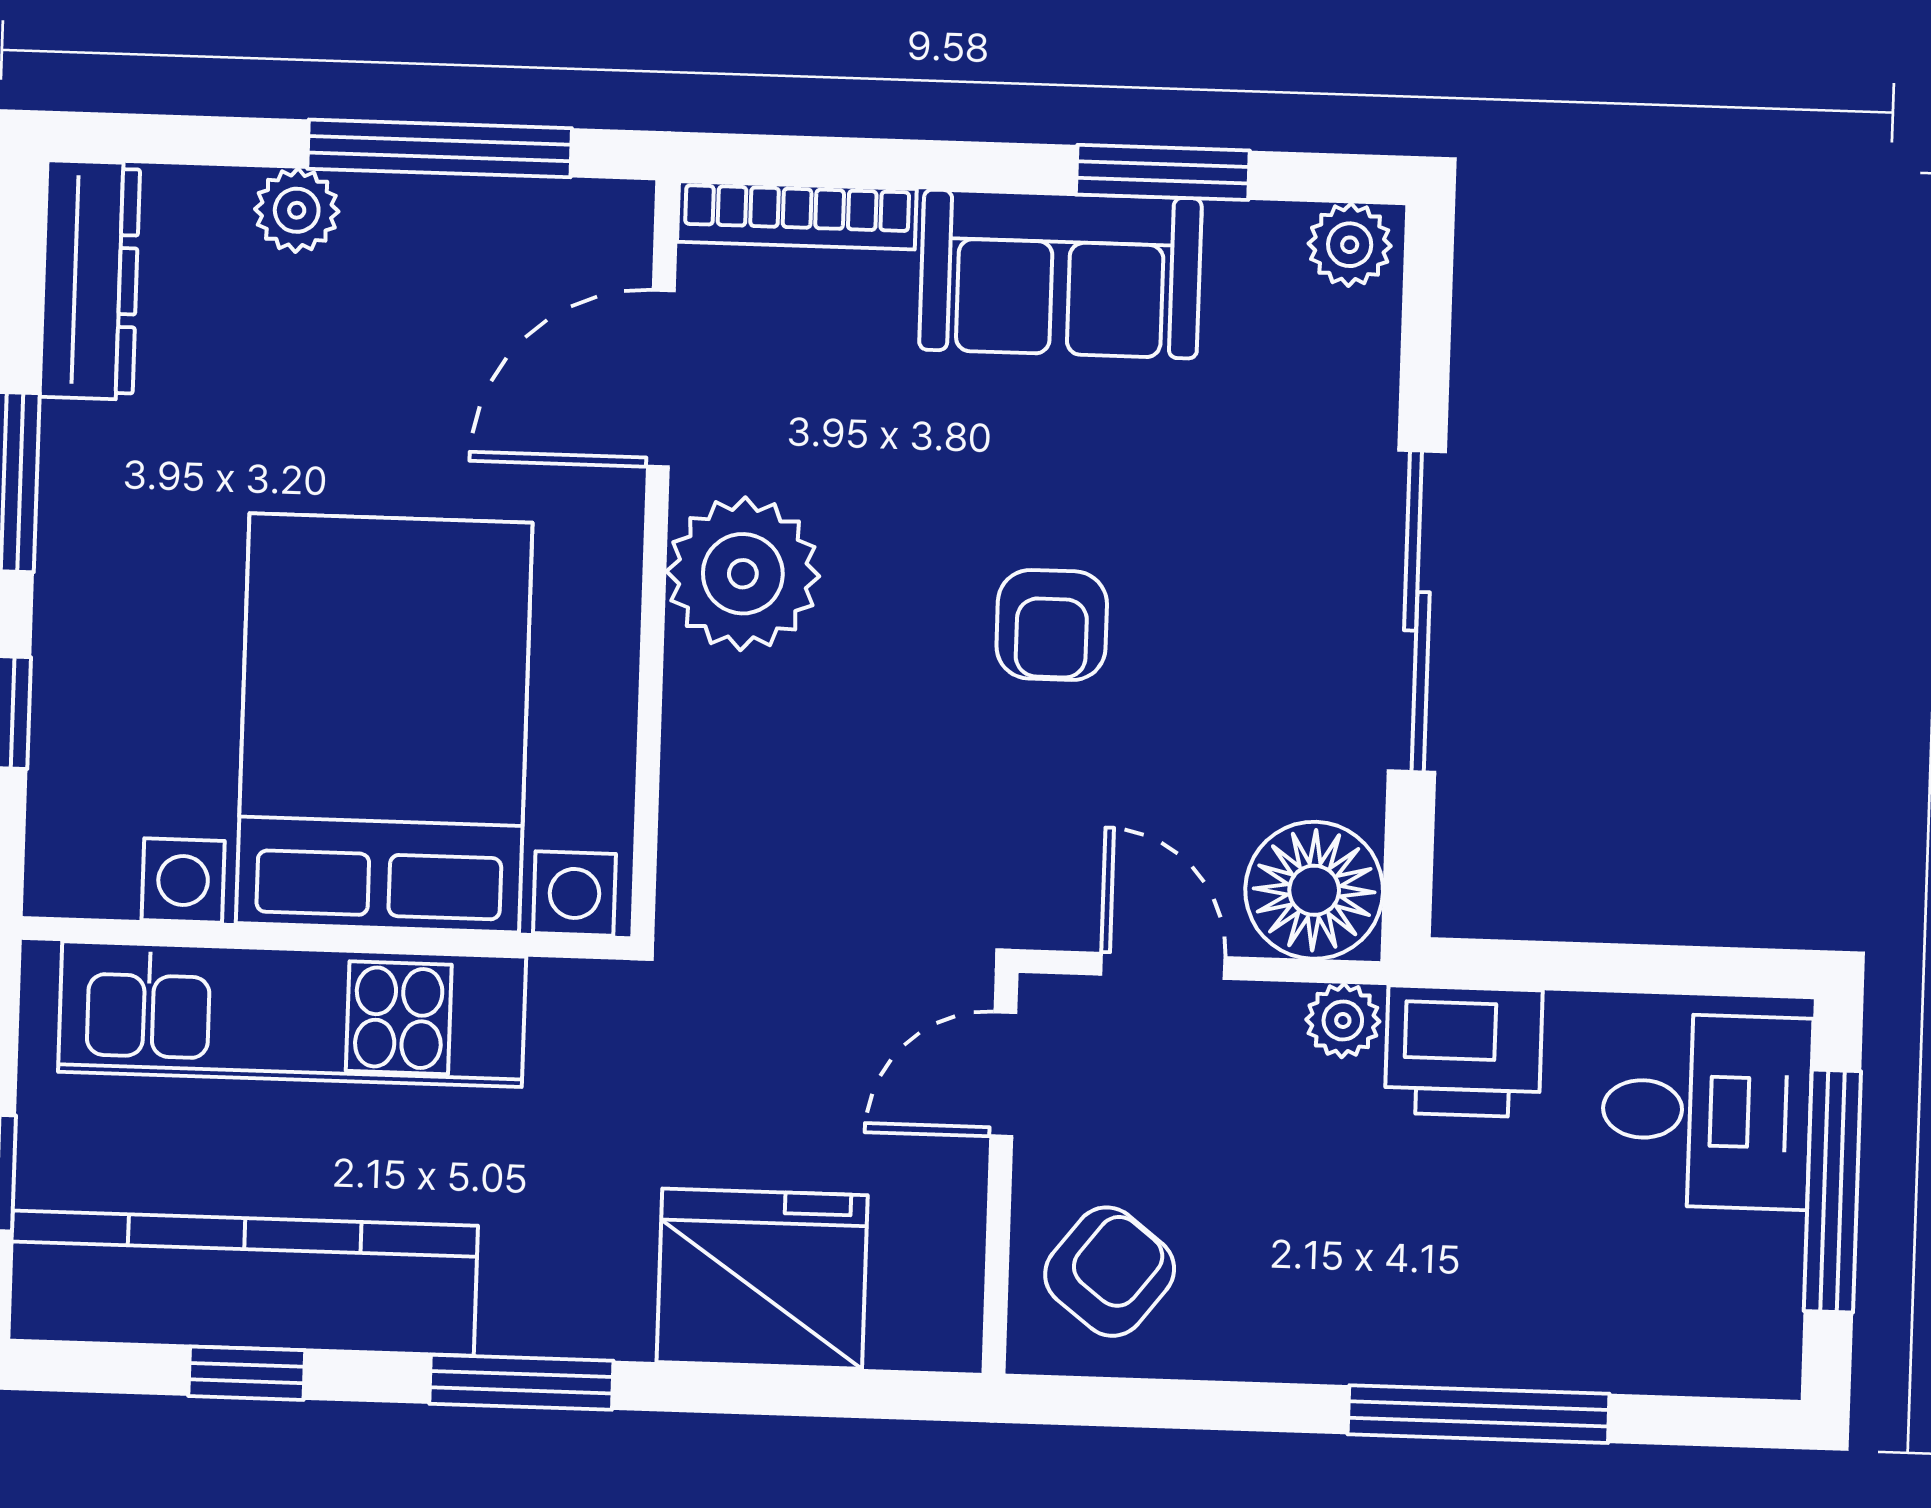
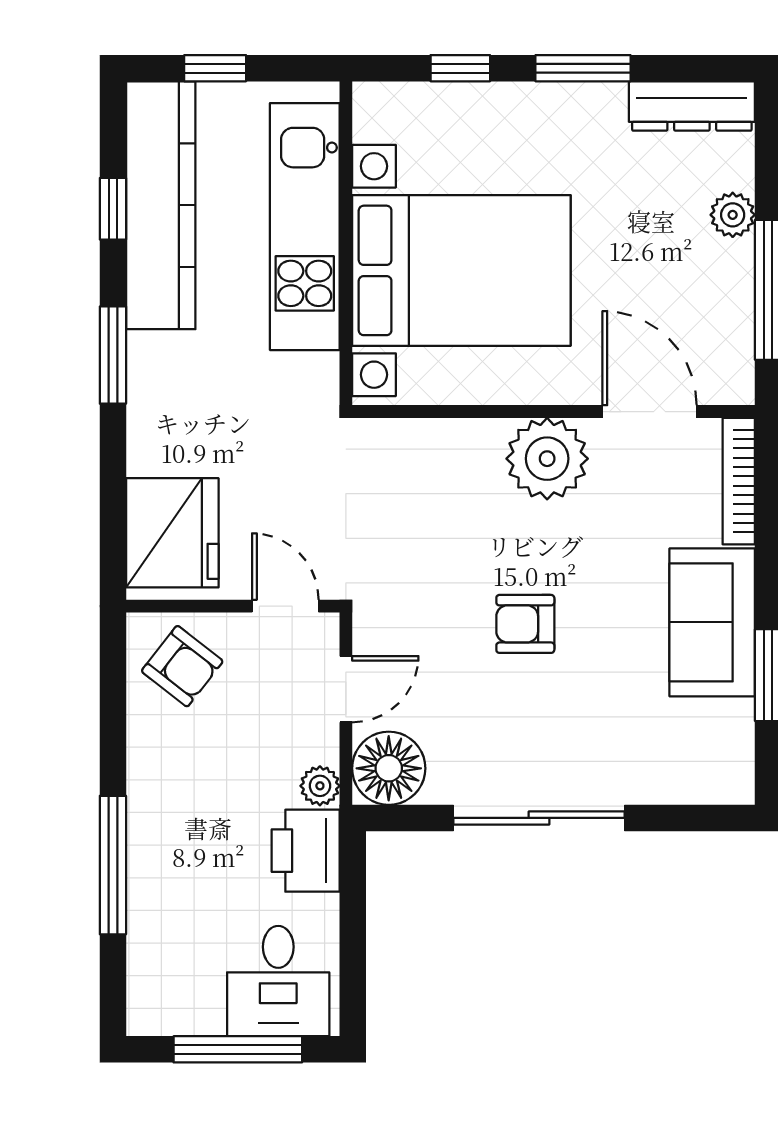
plant: (1350, 245) -> (733, 776), removed
fridge: (762, 1279) -> (172, 533), moved

